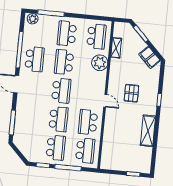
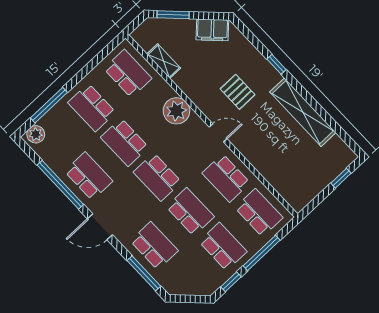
plant: (100, 63) -> (176, 111), moved
school desk: (61, 91) -> (157, 177), turned 180
school desk: (29, 116) -> (154, 246), added
shelving: (148, 131) -> (303, 112), width x1.47

